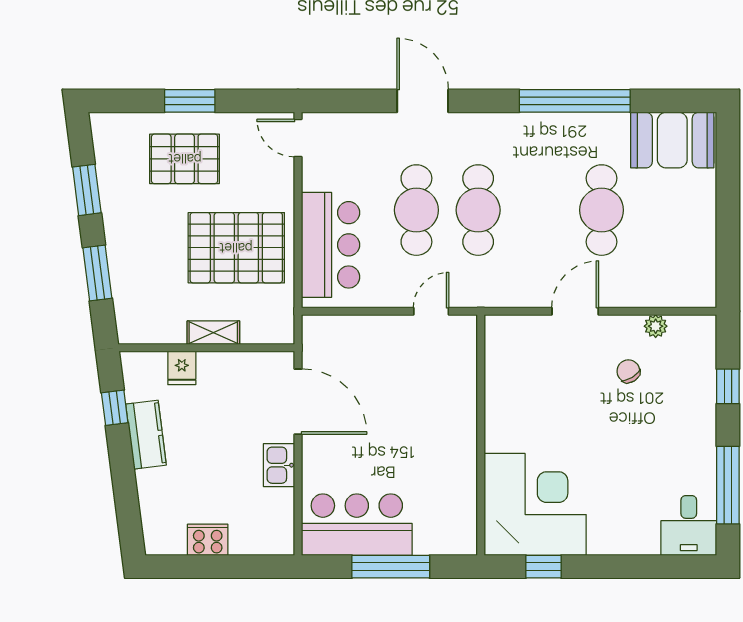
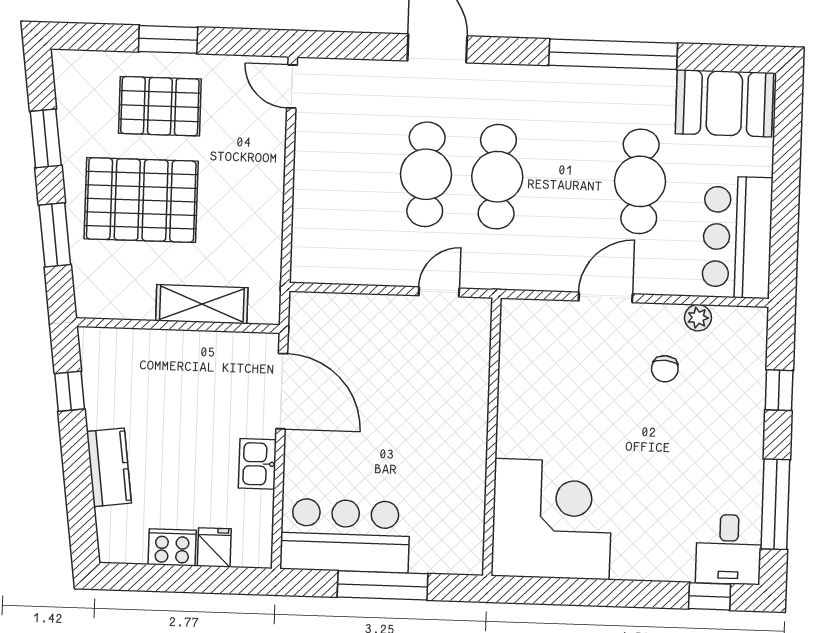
bar counter: (331, 245) -> (737, 237), moved, turned 180
pallet: (236, 248) -> (141, 200), moved
shelving: (213, 333) -> (202, 304), width x1.50, depth x1.33
fridge: (182, 368) -> (214, 548), moved, turned 180
chair: (628, 371) -> (665, 369), turned -144
kitchen counter: (146, 435) -> (109, 467), moved
window: (543, 567) -> (710, 596), moved

